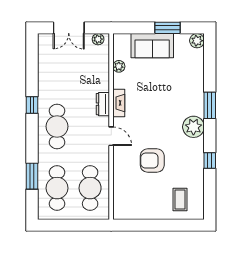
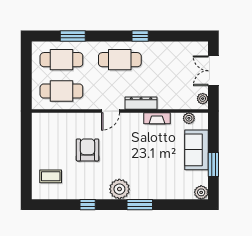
plant: (119, 66) -> (189, 118), moved
fireplace: (119, 103) -> (157, 118), moved
dresser: (103, 104) -> (141, 103), width x1.44

